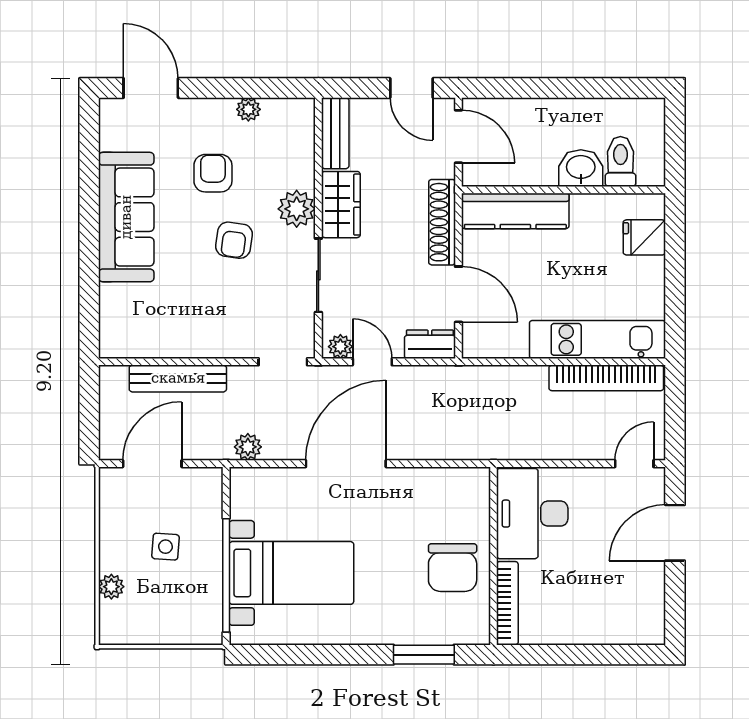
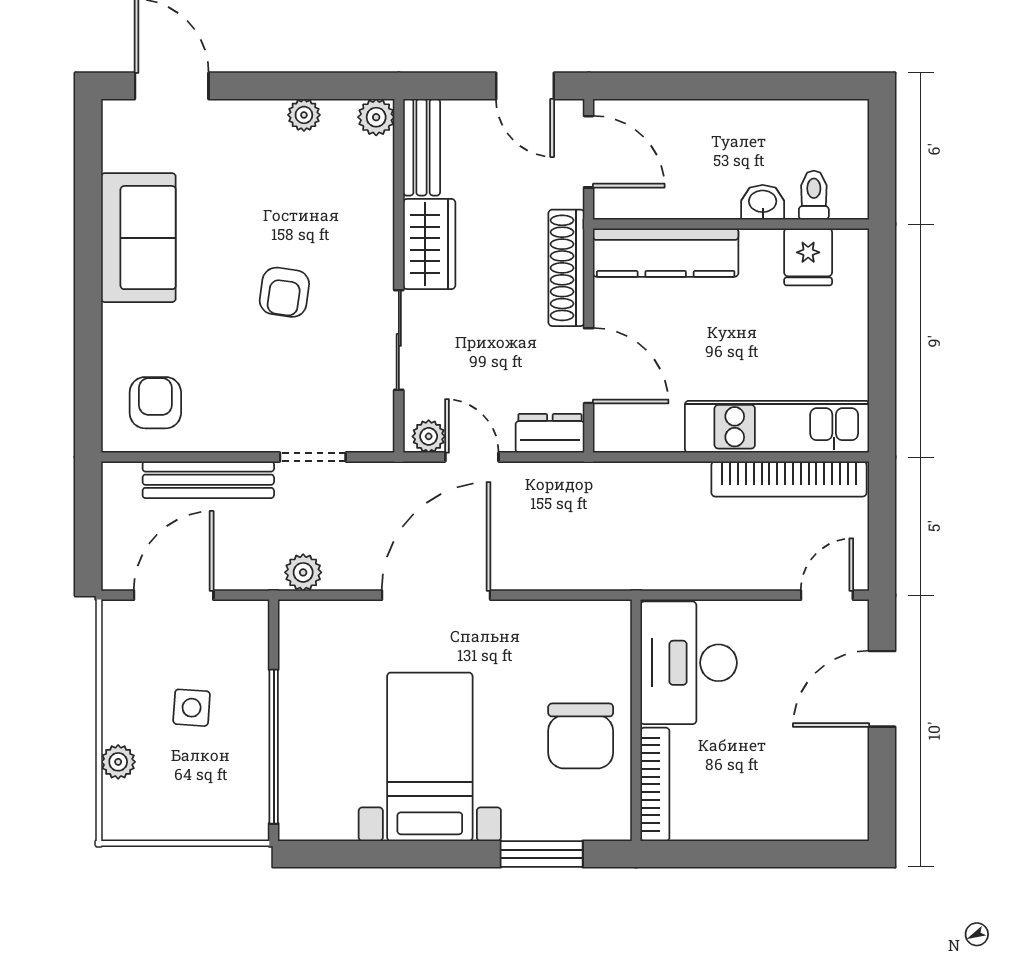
toilet: (620, 162) -> (814, 195), width x0.73, depth x0.72
washbasin: (581, 168) -> (763, 202), width x0.72, depth x0.69
armchair: (213, 173) -> (155, 403), moved
plant: (297, 209) -> (376, 117), moved, width x0.73, depth x0.73
sofa: (126, 217) -> (138, 238), width x0.73
fridge: (644, 237) -> (808, 257), moved, turned -90
doorway: (283, 362) -> (313, 457), moved
bed with nightstands: (291, 573) -> (430, 757), moved, turned -90

